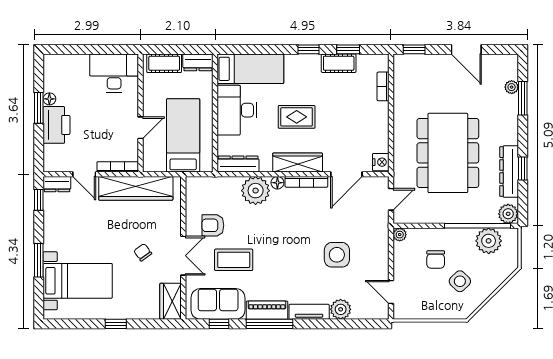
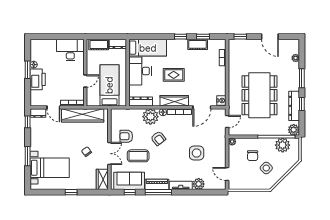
window: (523, 98) -> (302, 78), moved
armchair: (269, 229) -> (158, 138), added

